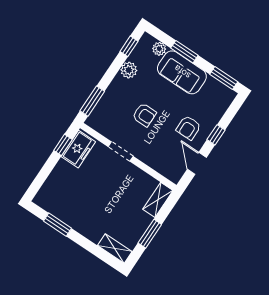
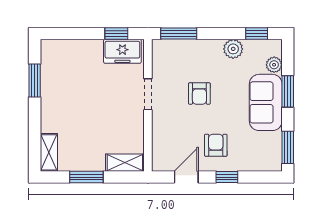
armchair: (188, 128) -> (216, 145), turned 90

